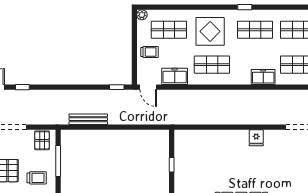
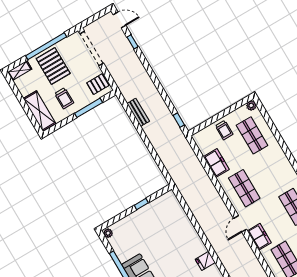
display table: (210, 31) -> (271, 170), removed
door: (148, 87) -> (240, 224), moved
bench: (88, 119) -> (138, 112), width x0.73

